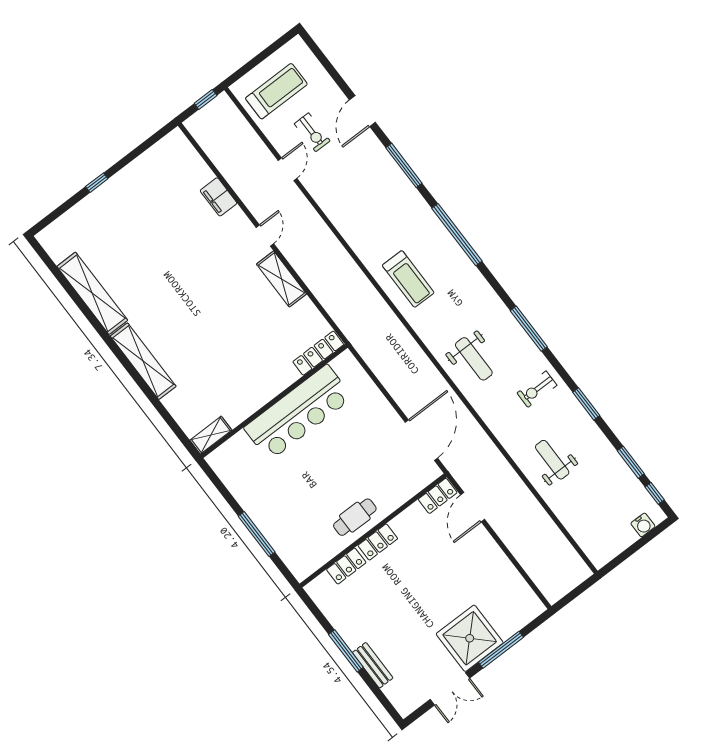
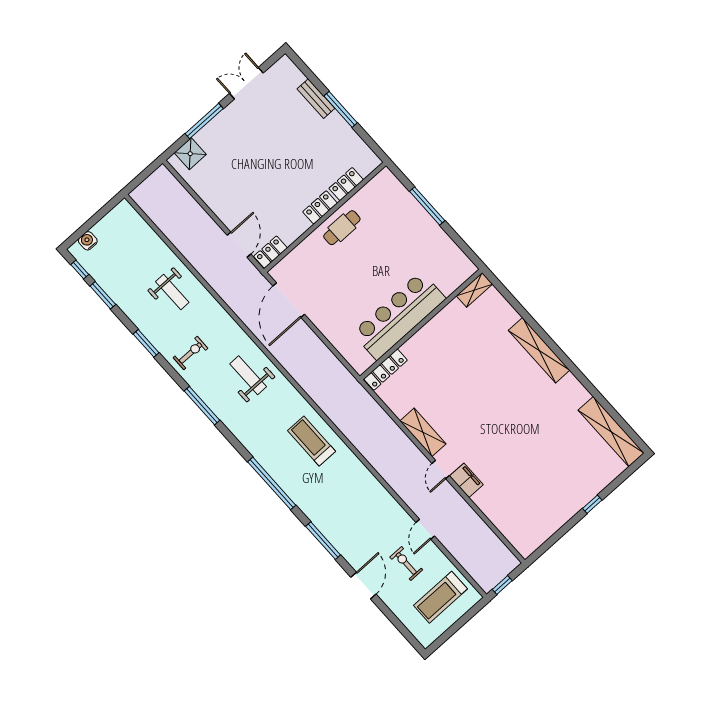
filing cabinet: (219, 197) -> (466, 480), moved
shelving: (92, 293) -> (611, 432), moved
shower: (470, 638) -> (190, 154), moved, width x0.54, depth x0.54

